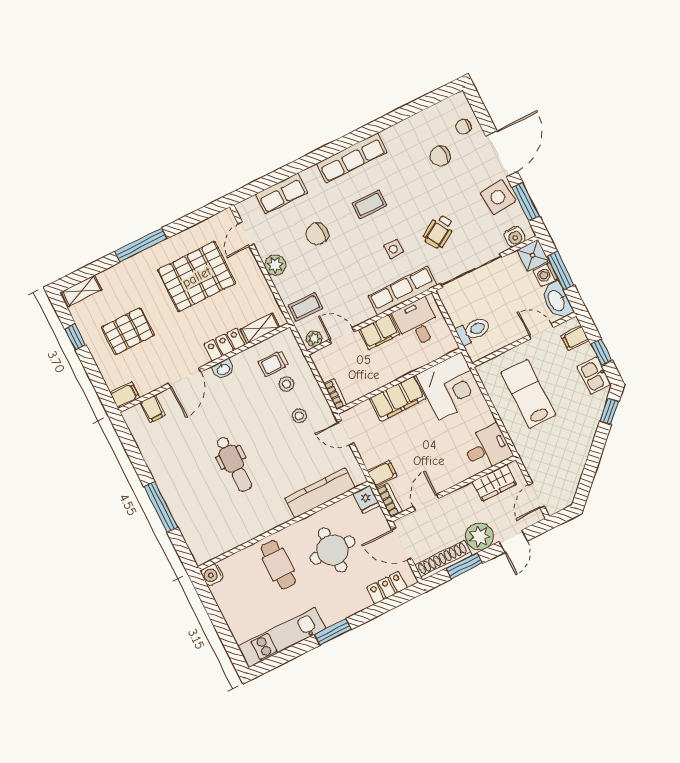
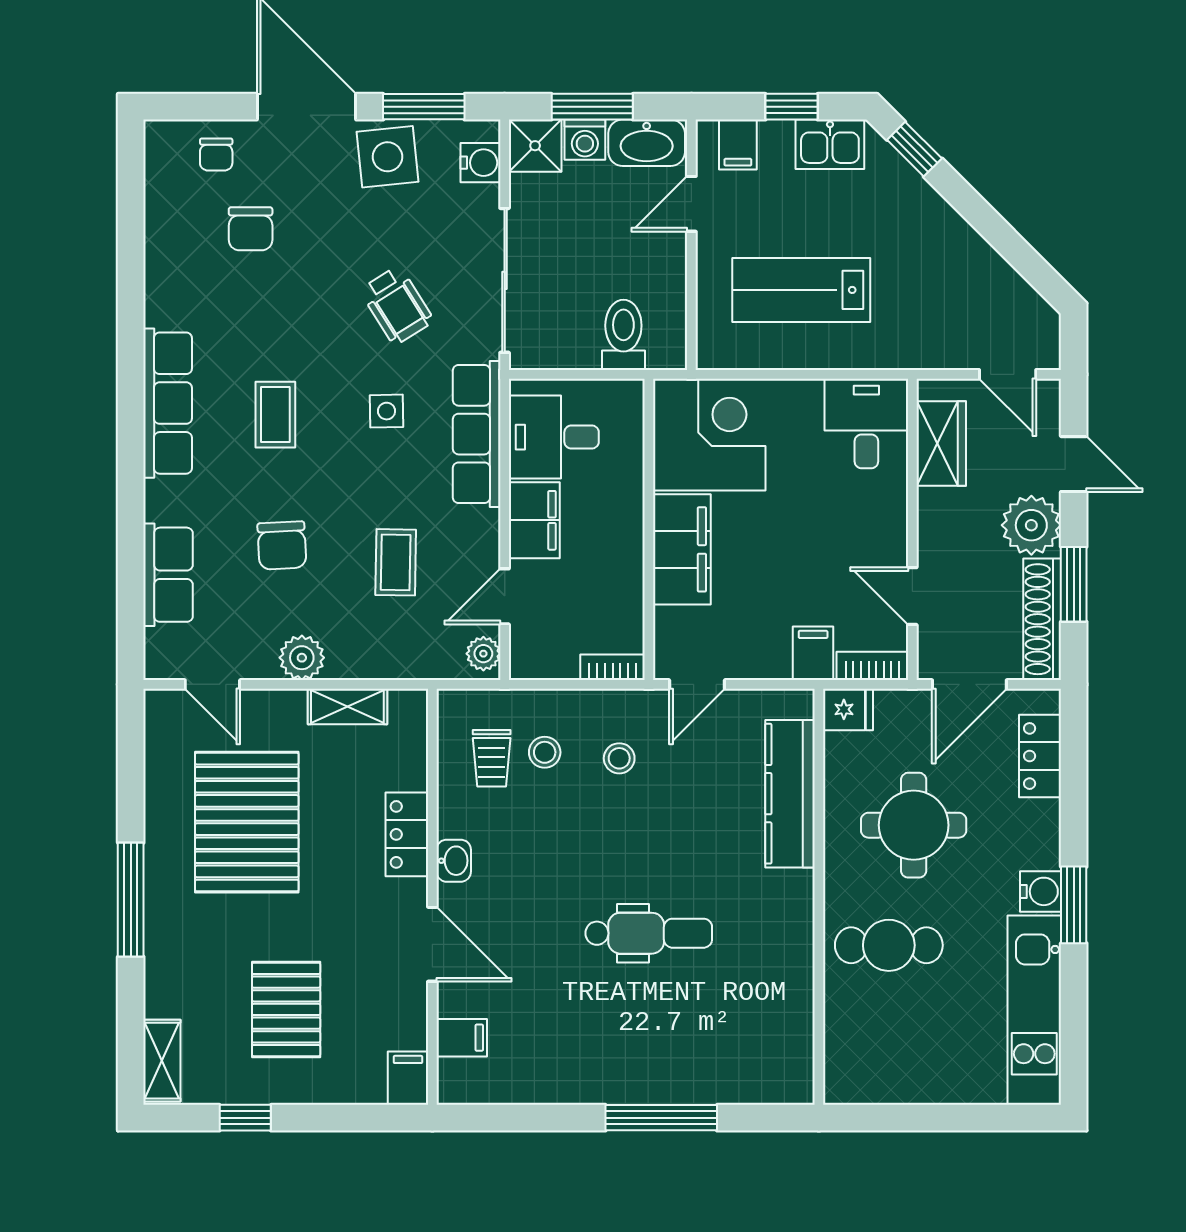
coffee table: (305, 307) -> (396, 562), moved
shelving: (260, 328) -> (347, 706), moved, turned 90
water cooler: (212, 575) -> (1041, 891), moved, turned -90

